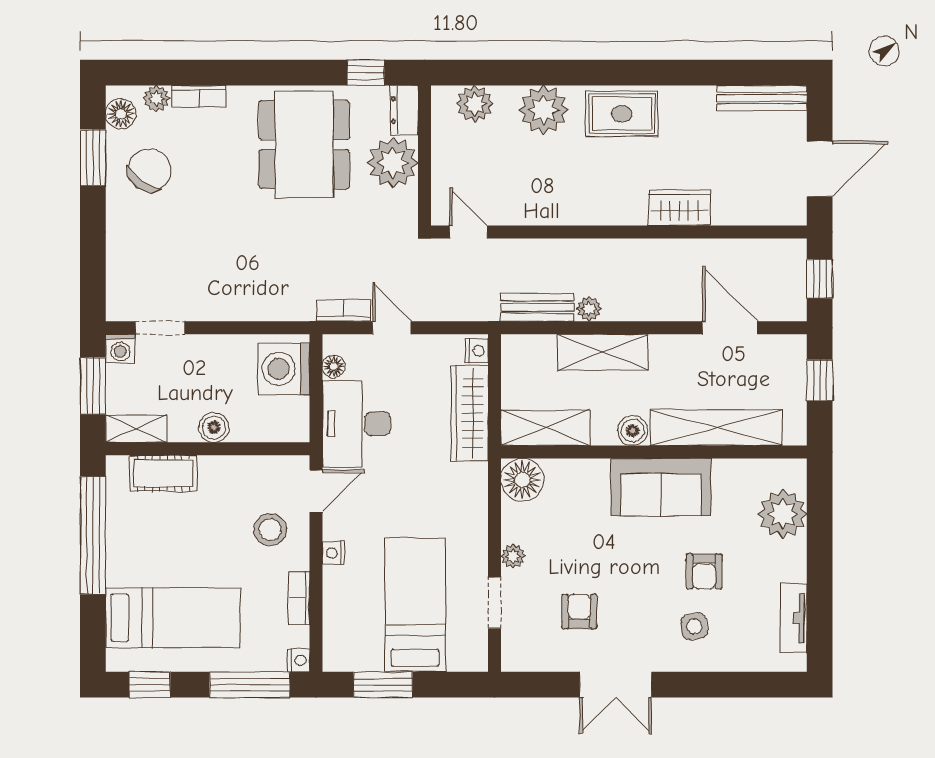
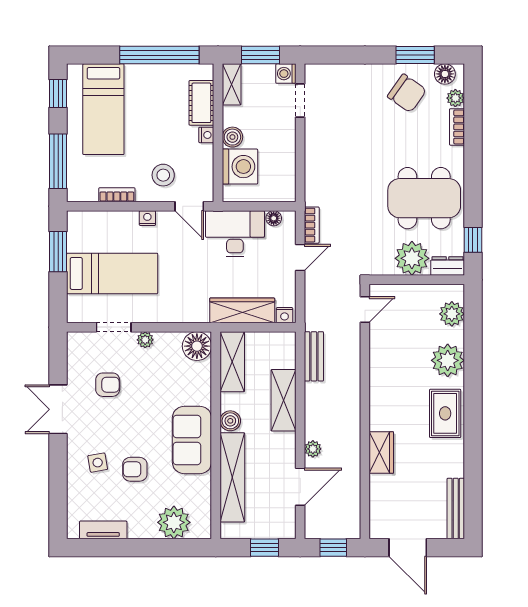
plant: (589, 309) -> (313, 449), moved
washing machine: (284, 369) -> (240, 167), moved, turned 90
nightstand: (299, 660) -> (206, 135), moved, turned -90

